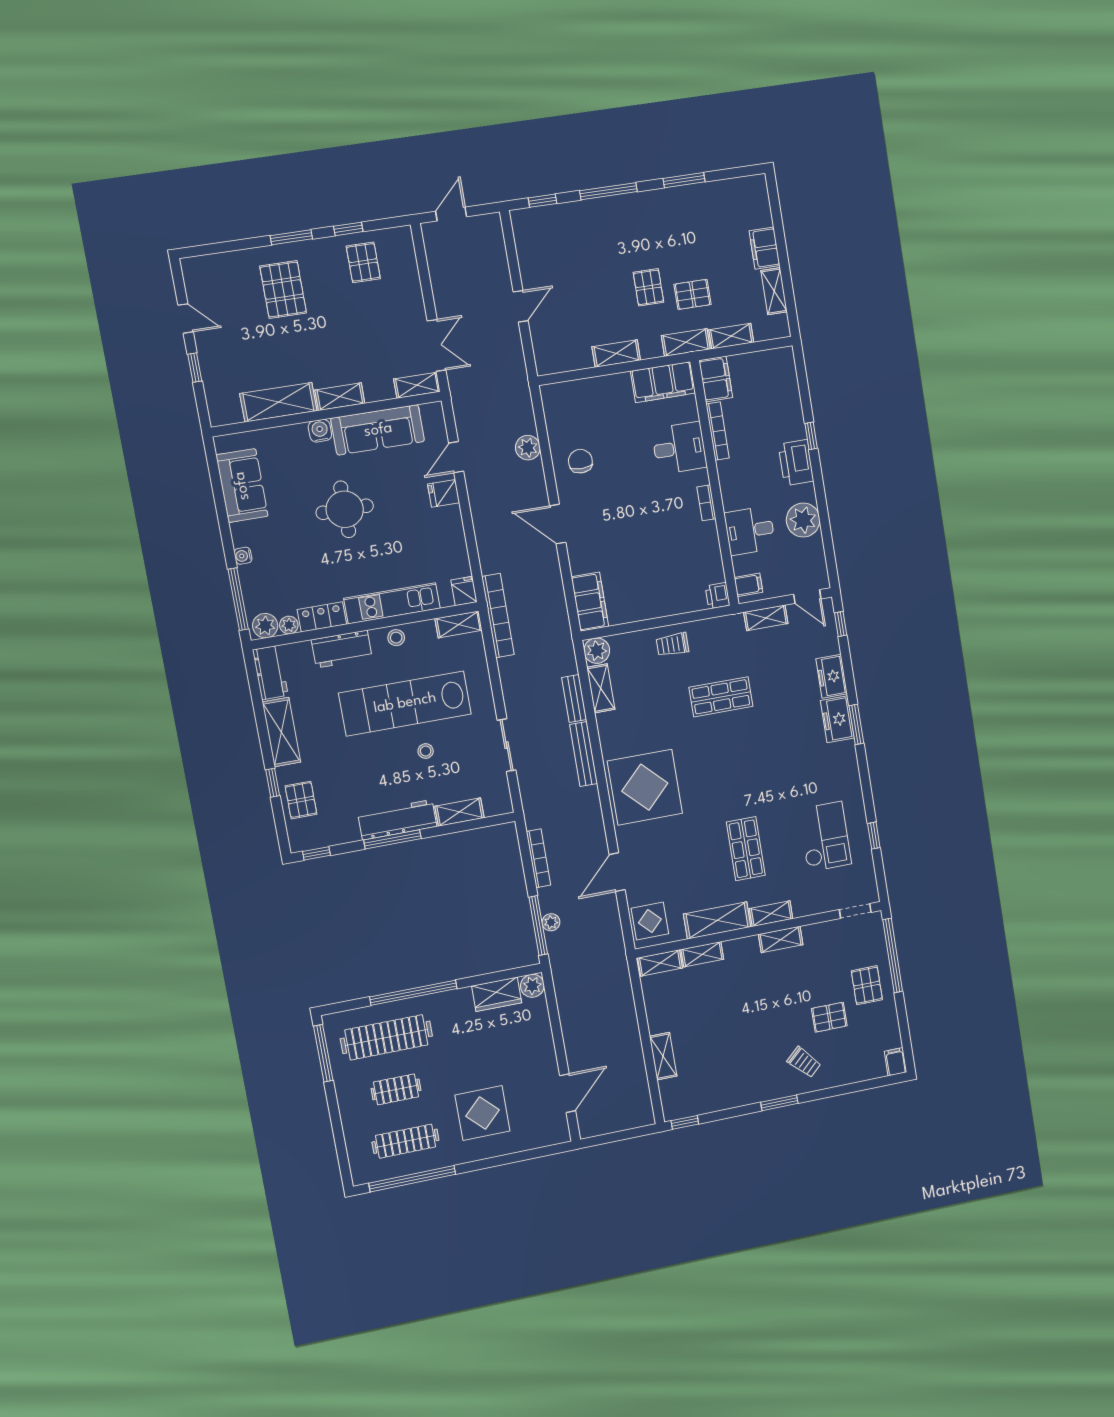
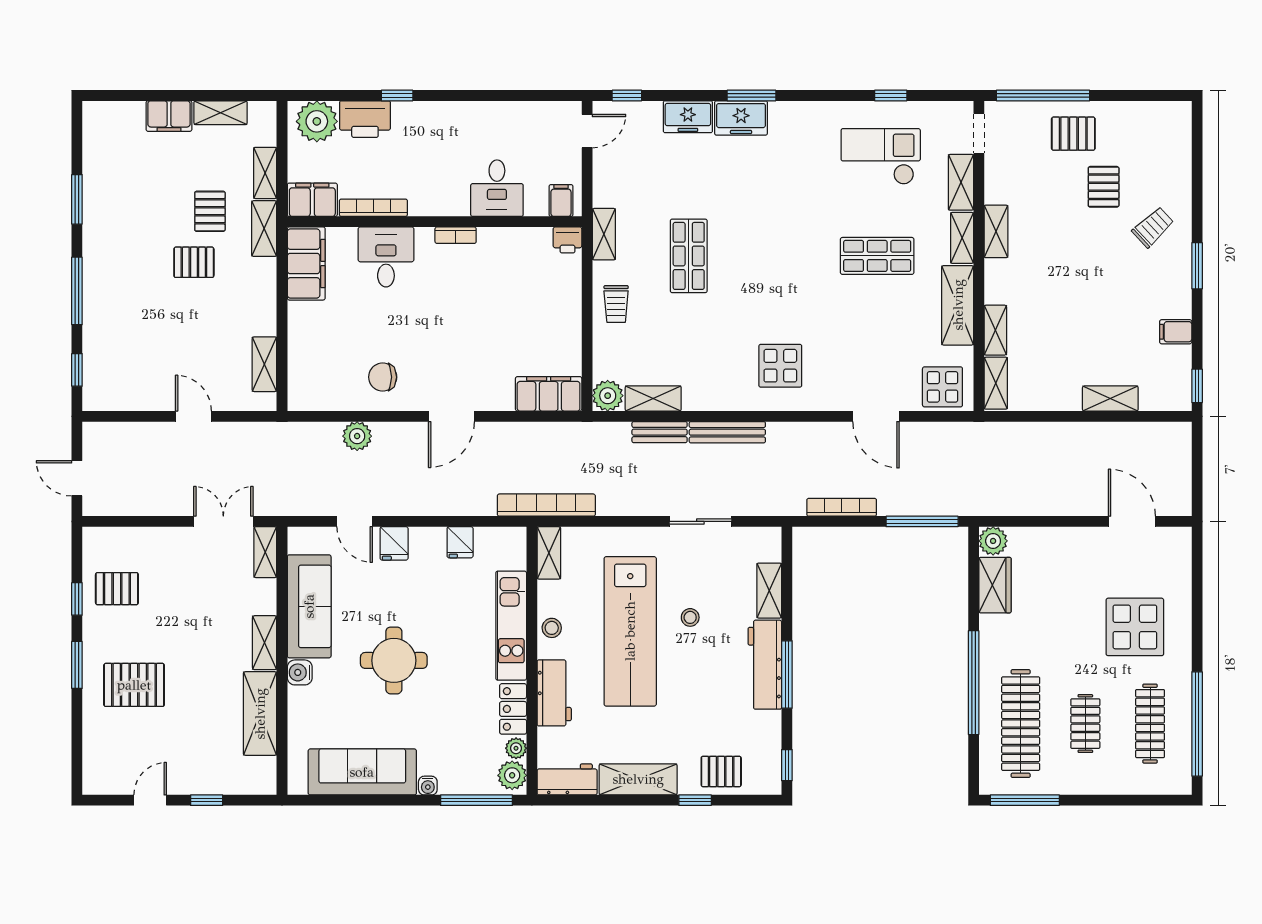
shelving: (616, 353) -> (264, 364), moved
printer: (796, 463) -> (365, 119), moved
sofa: (242, 486) -> (362, 772), width x1.36
plant: (803, 520) -> (317, 121), moved
fridge: (464, 591) -> (460, 542), moved, turned -90
shelving: (766, 618) -> (604, 234), moved
display table: (645, 787) -> (780, 366), width x0.54, depth x0.54
shelving: (815, 904) -> (961, 182), added
plant: (551, 922) -> (921, 506), removed
filing cabinet: (896, 1062) -> (1176, 332), moved

